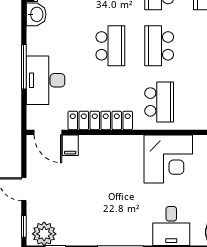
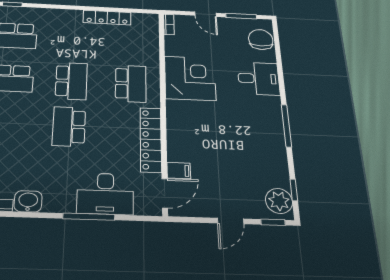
school desk: (110, 46) -> (69, 127), turned -90
school desk: (159, 46) -> (71, 81), turned -90
school desk: (159, 102) -> (131, 84), turned 90

